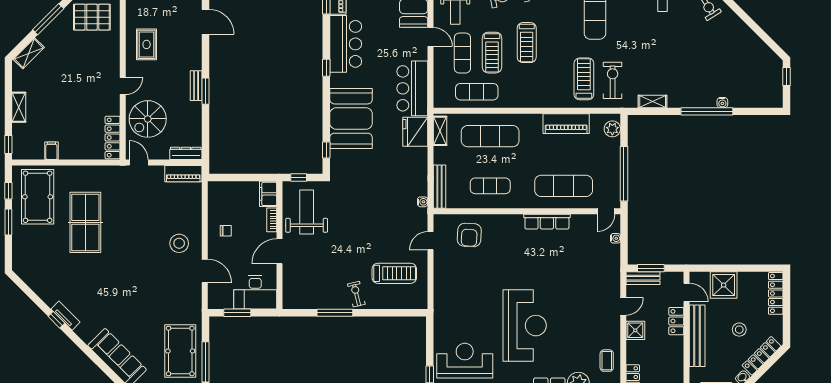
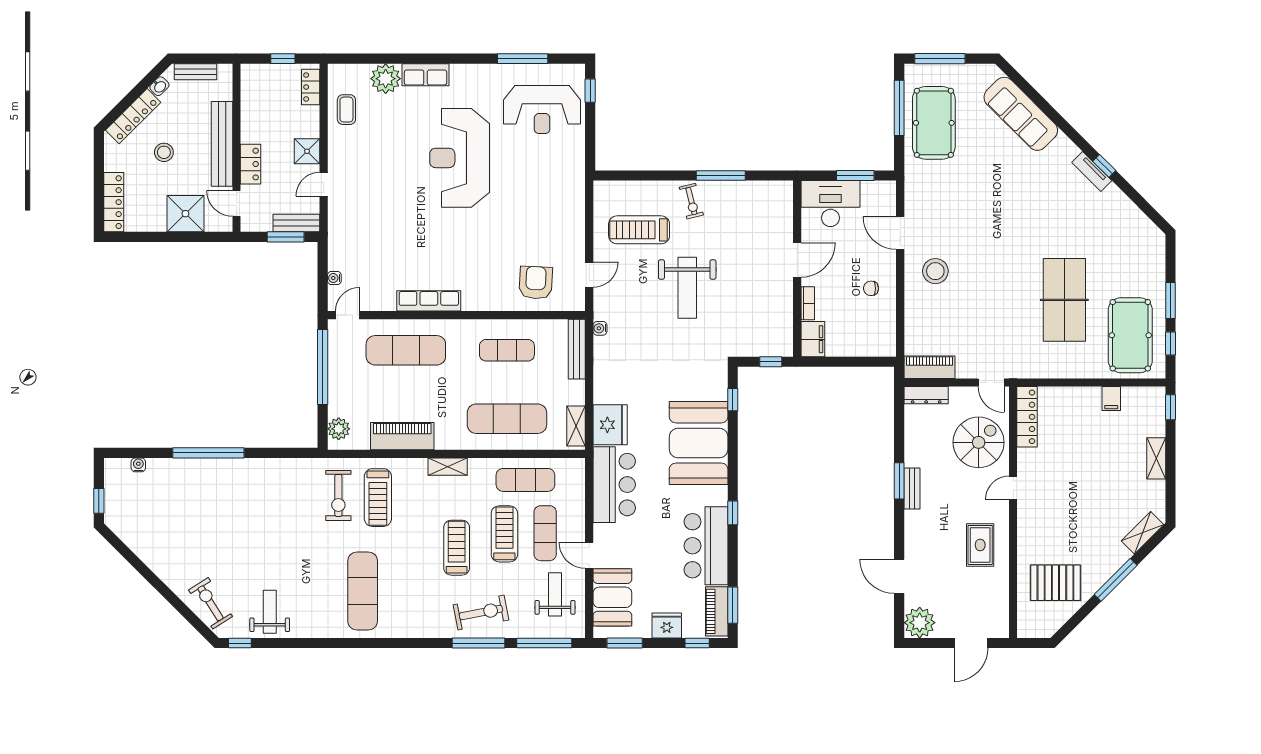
shelving: (653, 101) -> (448, 467), moved
water cooler: (722, 103) -> (138, 465), moved
weight bench: (307, 212) -> (687, 288), moved

